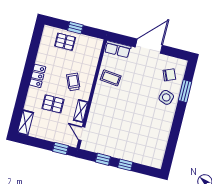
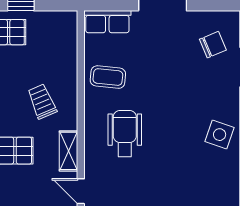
side table: (166, 97) -> (220, 135), moved
wheelchair: (112, 109) -> (125, 133), added

